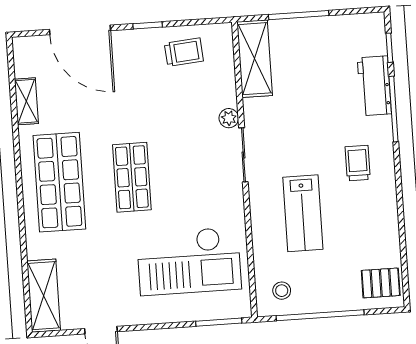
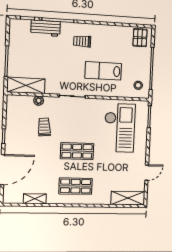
trolley: (184, 52) -> (44, 127), moved
plant: (229, 118) -> (39, 101), moved
shop shelf: (59, 182) -> (76, 186), width x0.70, depth x0.74
lab bench: (303, 213) -> (103, 71), turned 180

